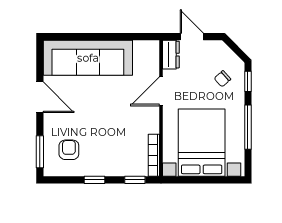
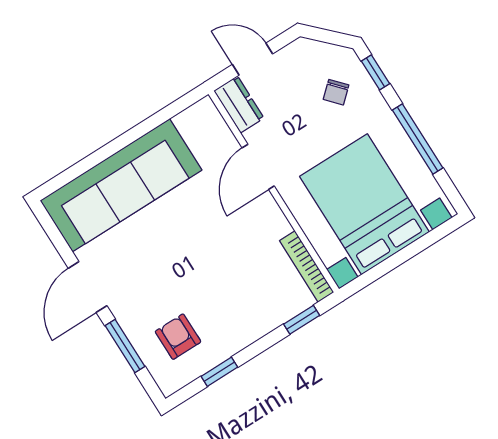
door: (40, 97) -> (88, 287), swing flipped
window: (40, 152) -> (125, 346), moved
window: (95, 180) -> (219, 372), moved

